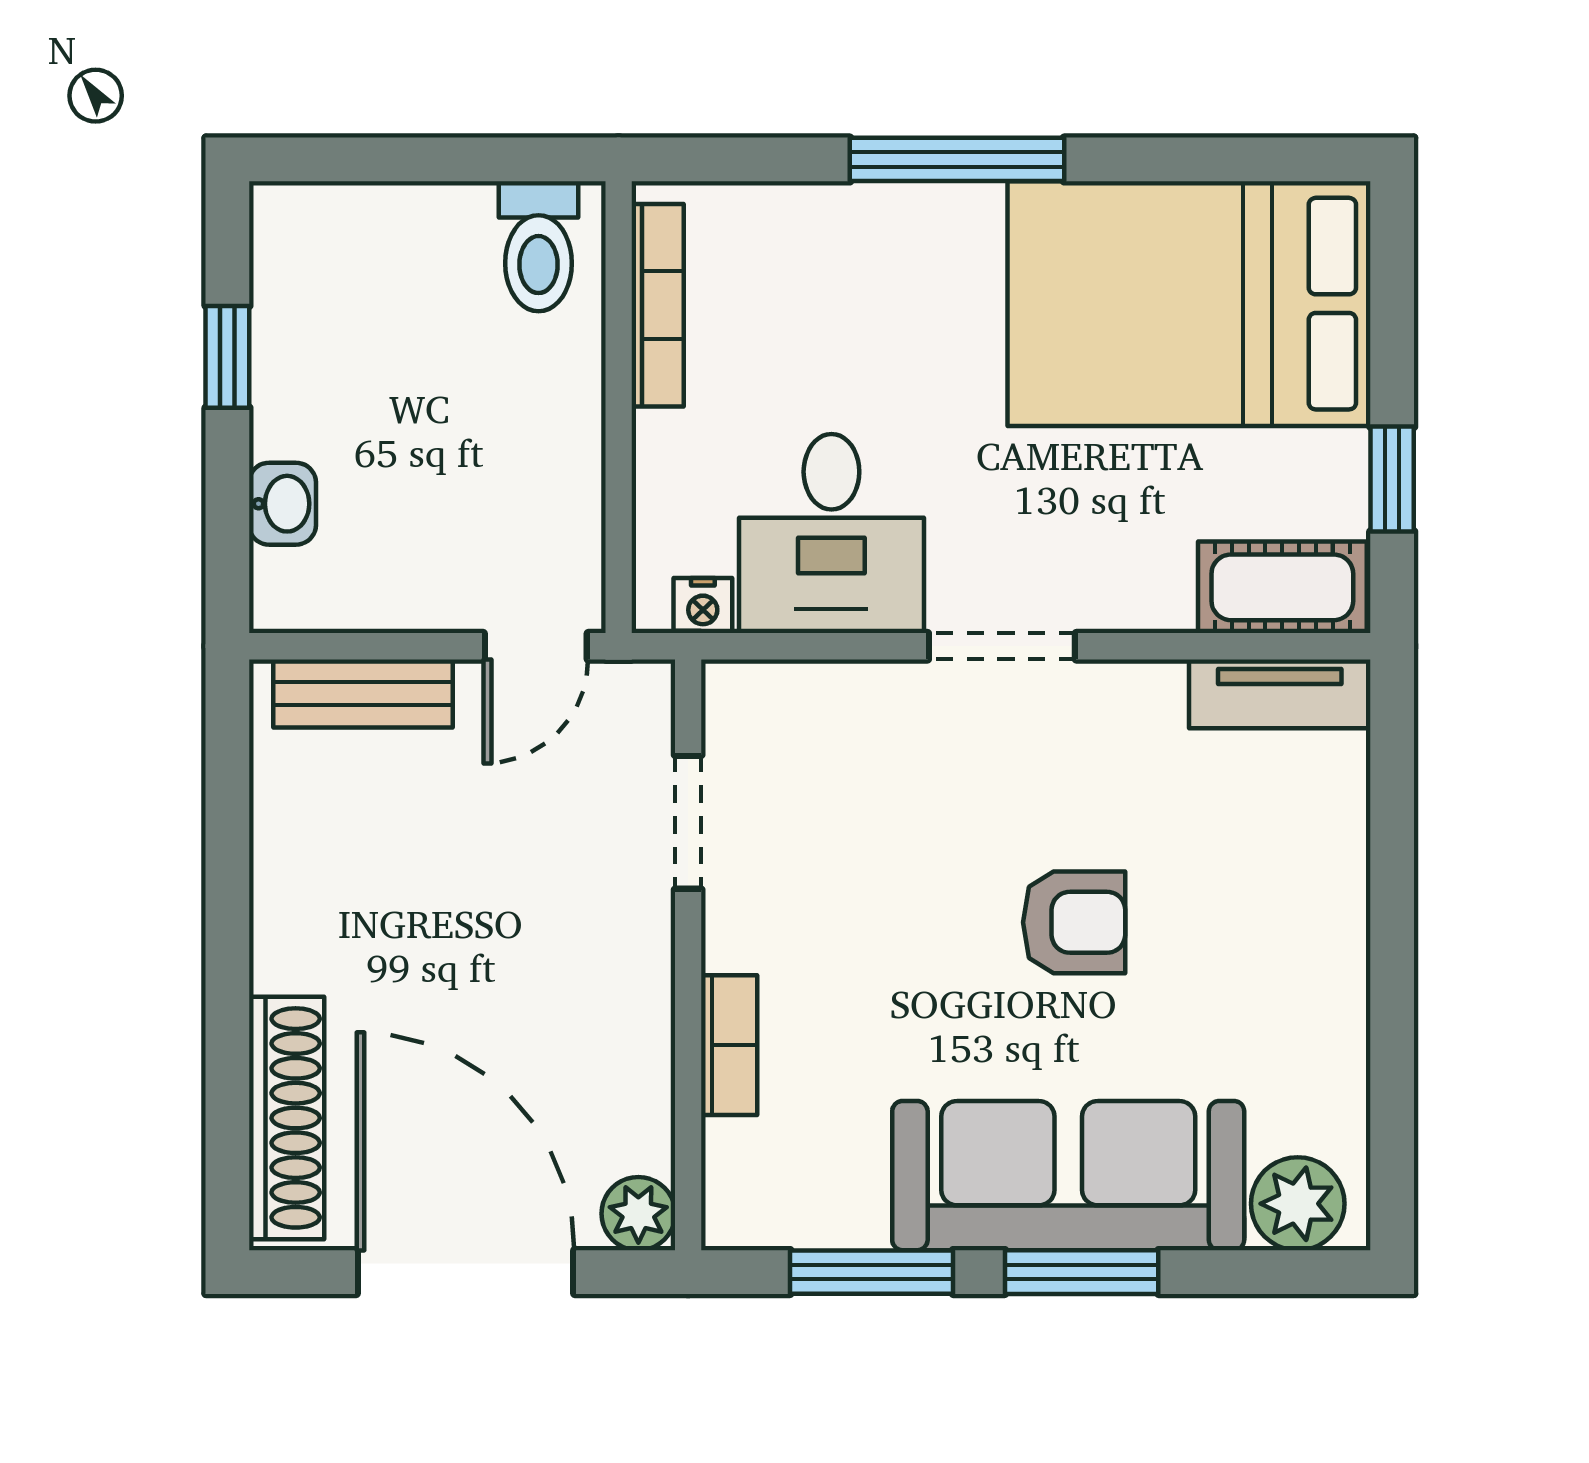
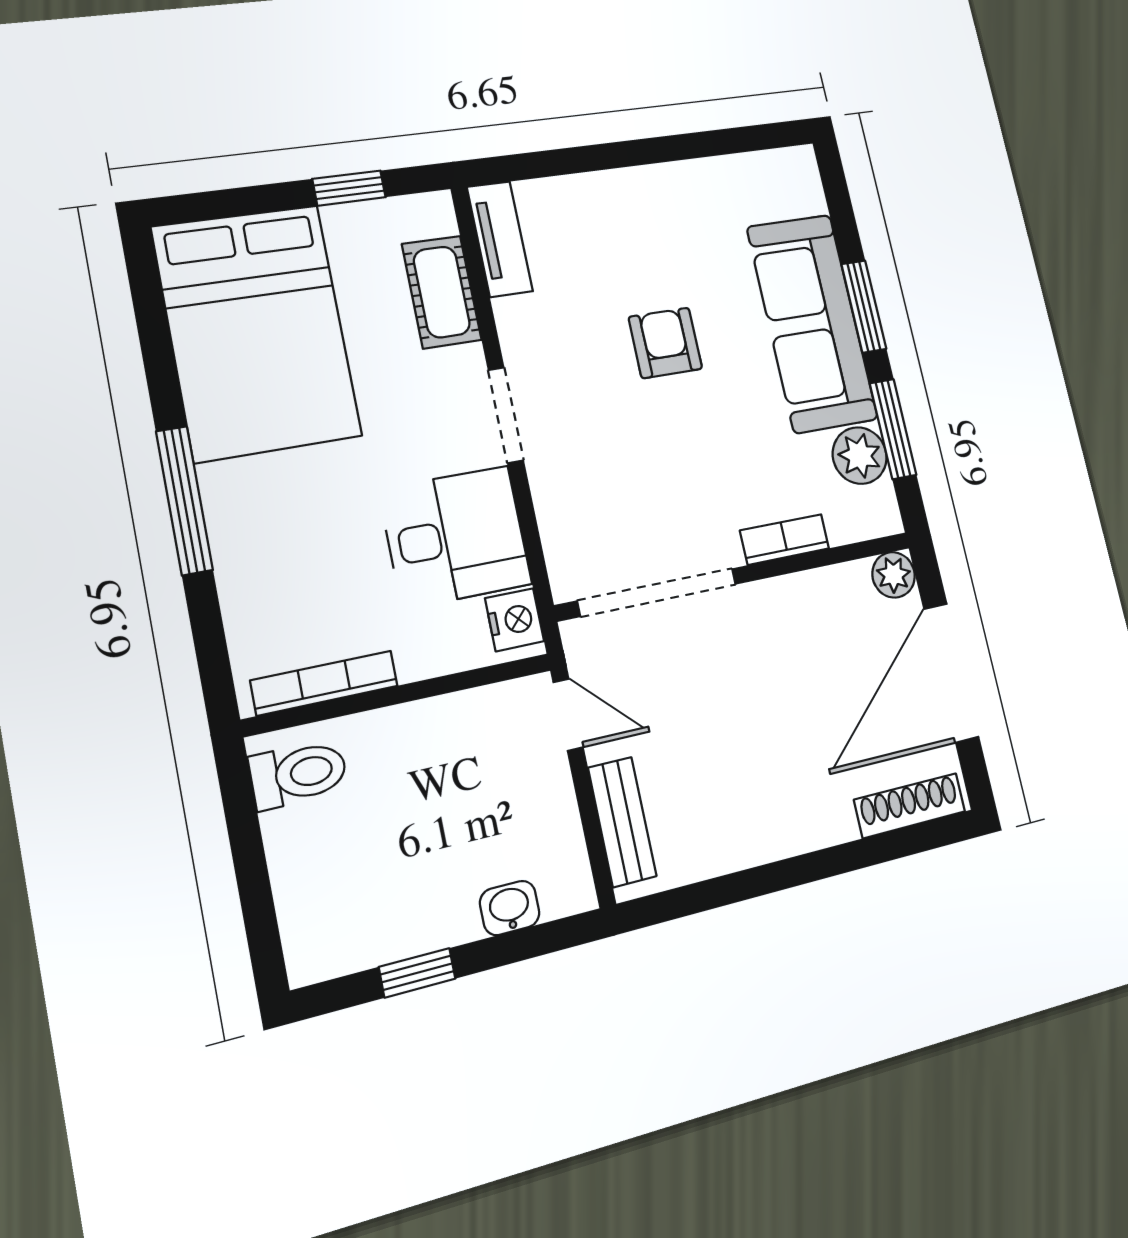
cot: (1282, 587) -> (442, 292), moved
nightstand: (703, 606) -> (515, 620), width x1.39, depth x1.35
doorway: (688, 822) -> (657, 592), width x1.87
shoe rack: (287, 1118) -> (910, 806), width x0.74, depth x0.81
plant: (1298, 1204) -> (860, 456), moved

